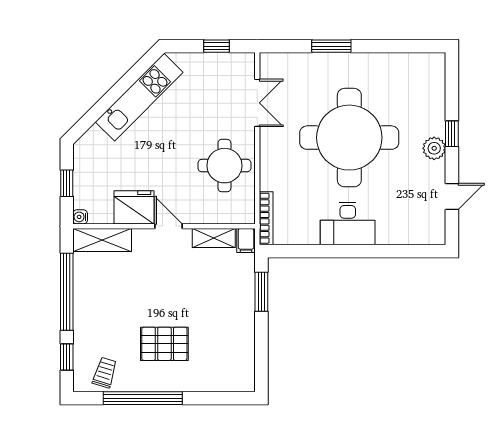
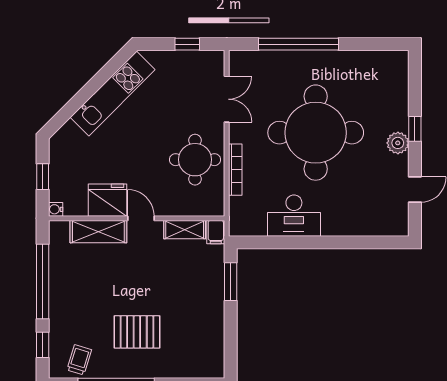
window: (331, 46) -> (298, 44), width x2.11
bookcase: (266, 218) -> (235, 170), moved
desk: (348, 223) -> (294, 216), moved
shelving: (102, 240) -> (98, 232), moved

